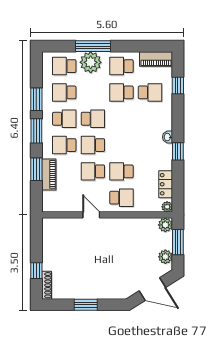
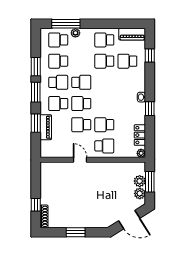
window: (93, 46) -> (66, 24), moved
plant: (91, 62) -> (75, 33), width x0.53, depth x0.53
school desk: (150, 92) -> (127, 61), turned 180
plant: (165, 225) -> (140, 181), moved

